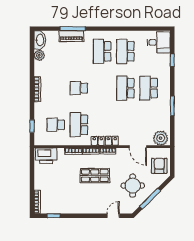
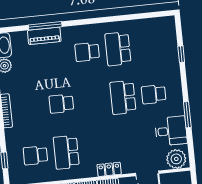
desk: (159, 42) -> (171, 131), moved
school desk: (102, 51) -> (87, 52), width x0.54
school desk: (149, 88) -> (154, 94), width x0.54
locker: (105, 141) -> (109, 169), width x0.66

